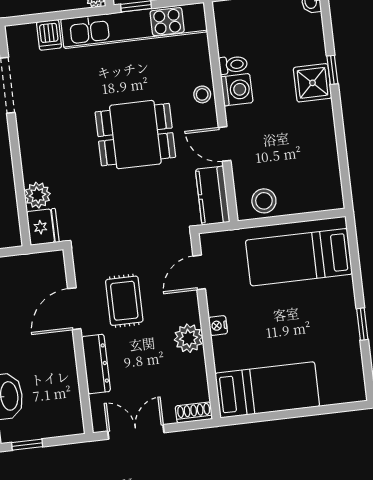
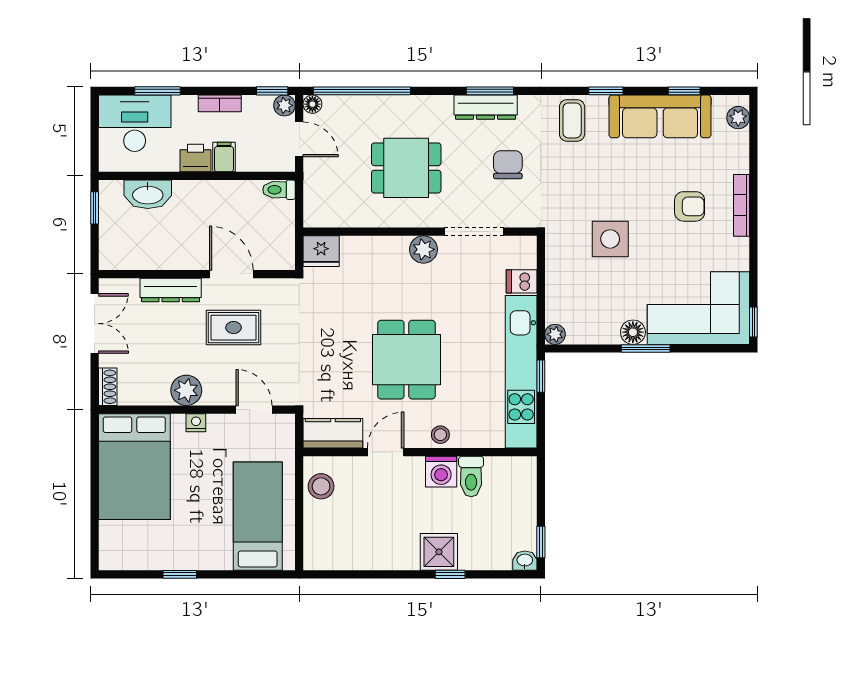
toilet: (233, 65) -> (471, 476), width x1.37, depth x1.39
plant: (37, 195) -> (423, 249), moved
bed: (267, 390) -> (134, 467), width x1.50

